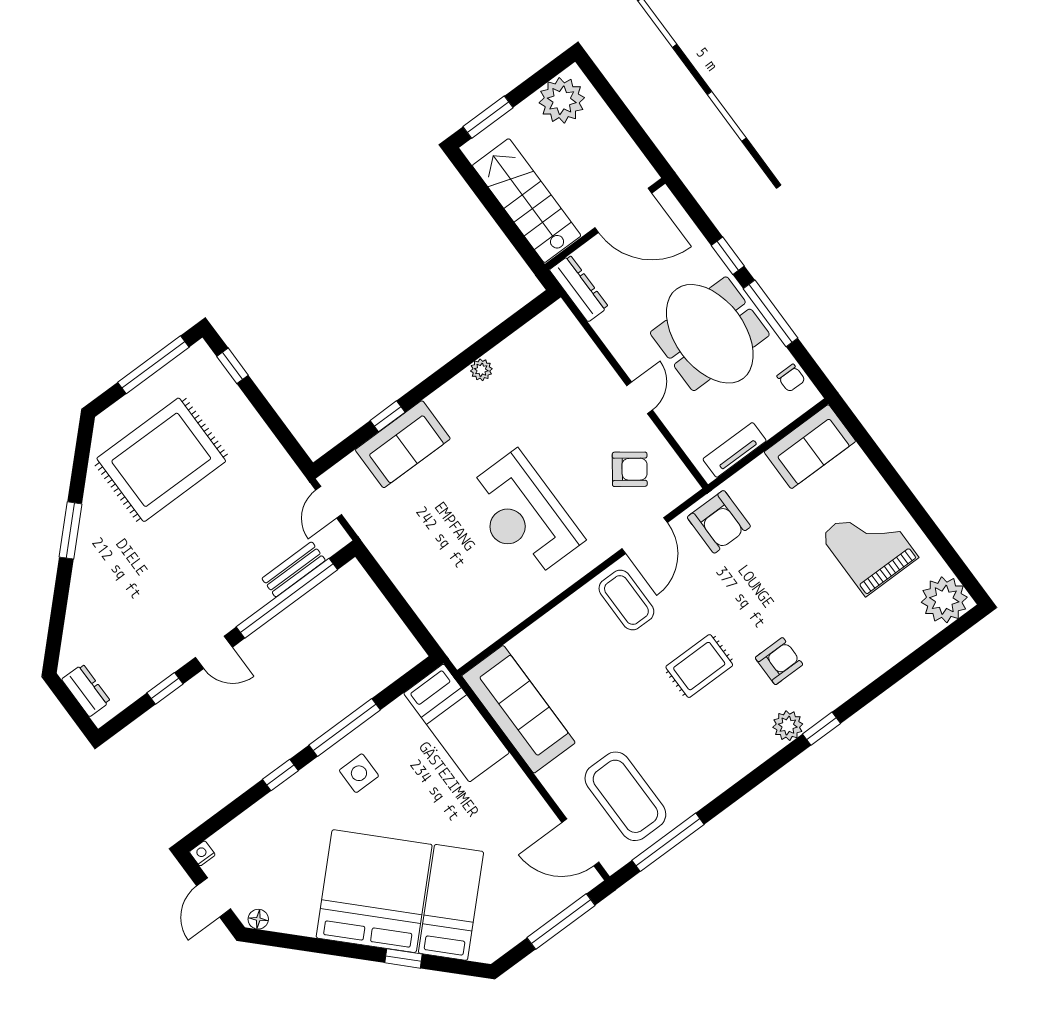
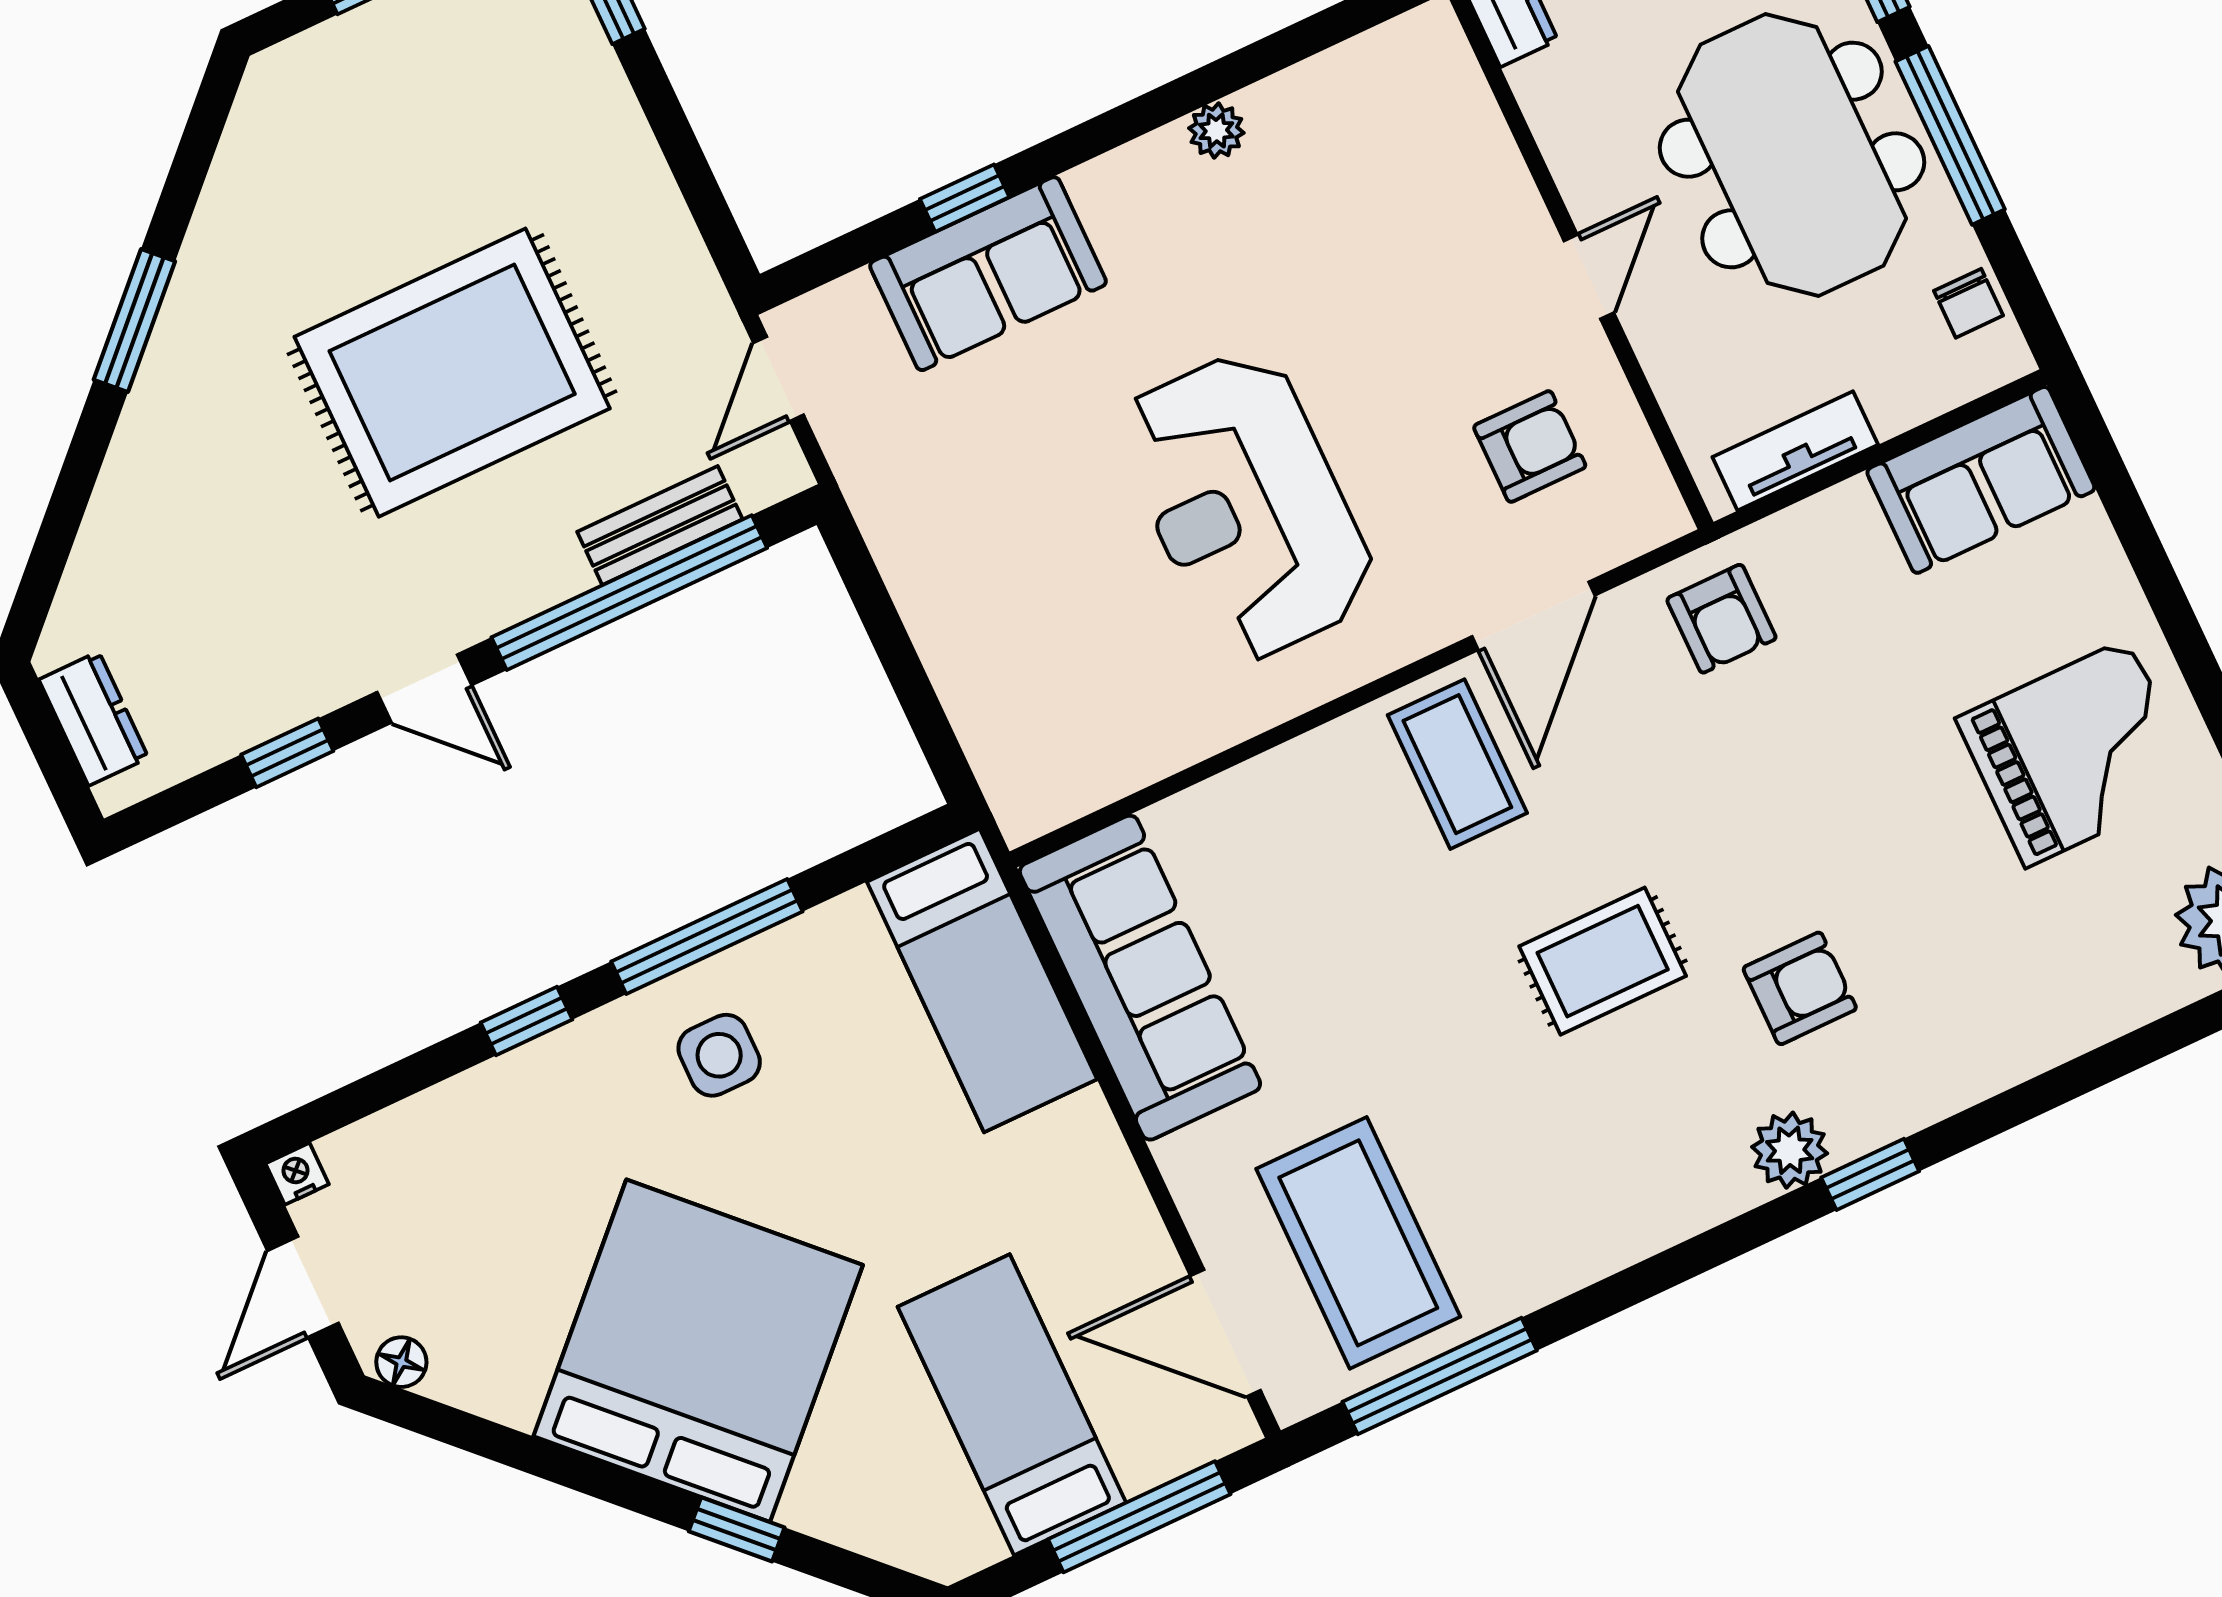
rug: (161, 460) -> (452, 373), moved
armchair: (630, 469) -> (1530, 446), turned -36
armchair: (719, 522) -> (1721, 619), width x0.72, depth x0.72
grand piano: (869, 546) -> (2077, 753), turned 90
bed: (451, 902) -> (1012, 1405), moved, turned -45

